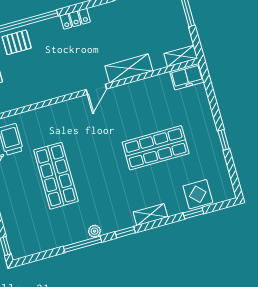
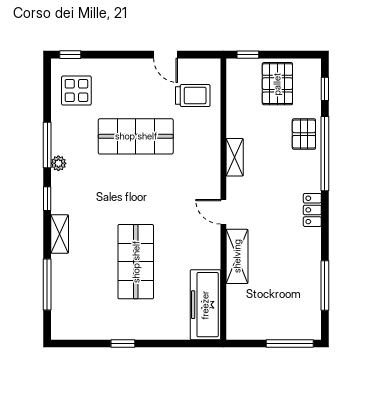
shelving: (181, 56) -> (235, 157), moved
freezer: (187, 77) -> (205, 305), width x1.91, depth x1.26
display table: (198, 194) -> (76, 91), moved
window: (193, 213) -> (47, 284), width x2.17

